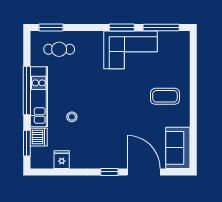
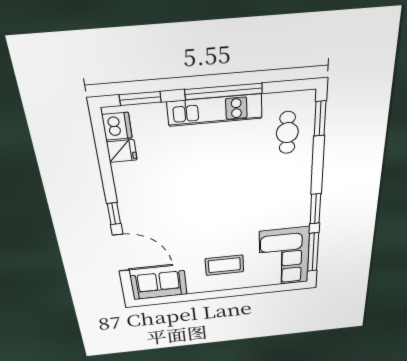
corner sofa: (131, 50) -> (284, 257), moved
coffee table: (165, 96) -> (224, 265), turned 90
stool: (72, 117) -> (188, 159), removed
dishwasher: (39, 137) -> (117, 126), moved, turned -90
door: (144, 172) -> (121, 253), hinge flipped

